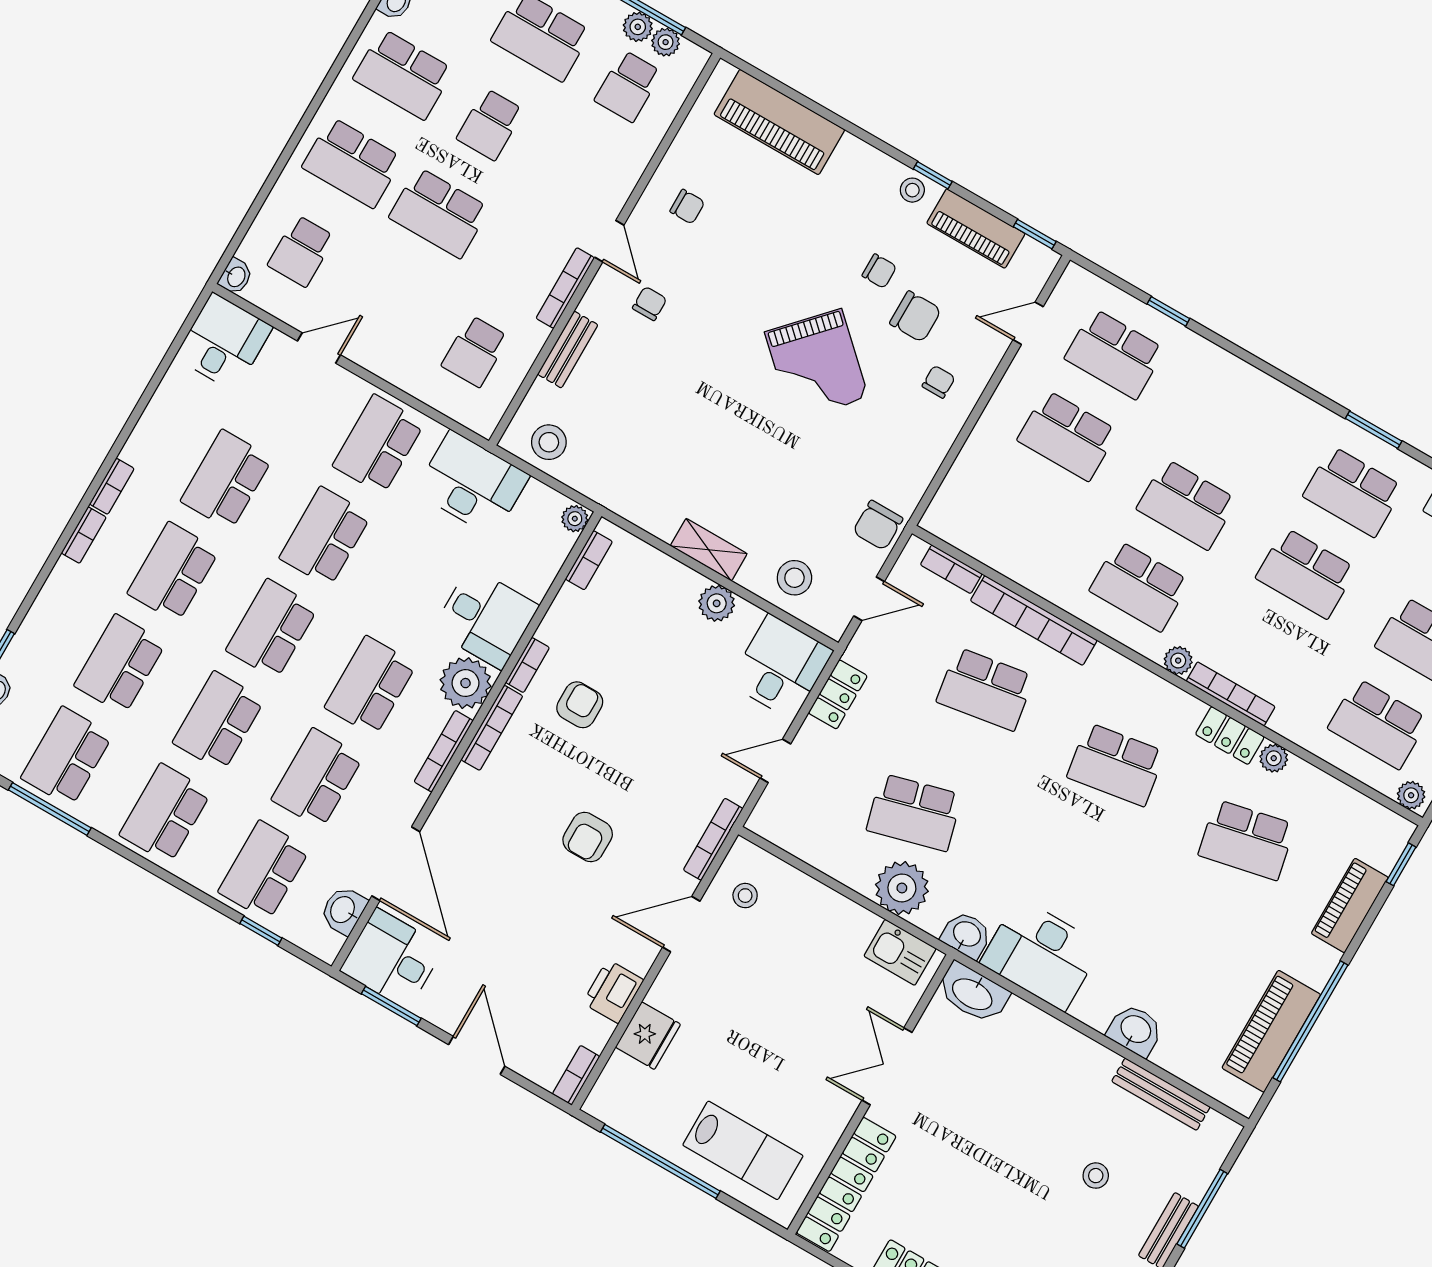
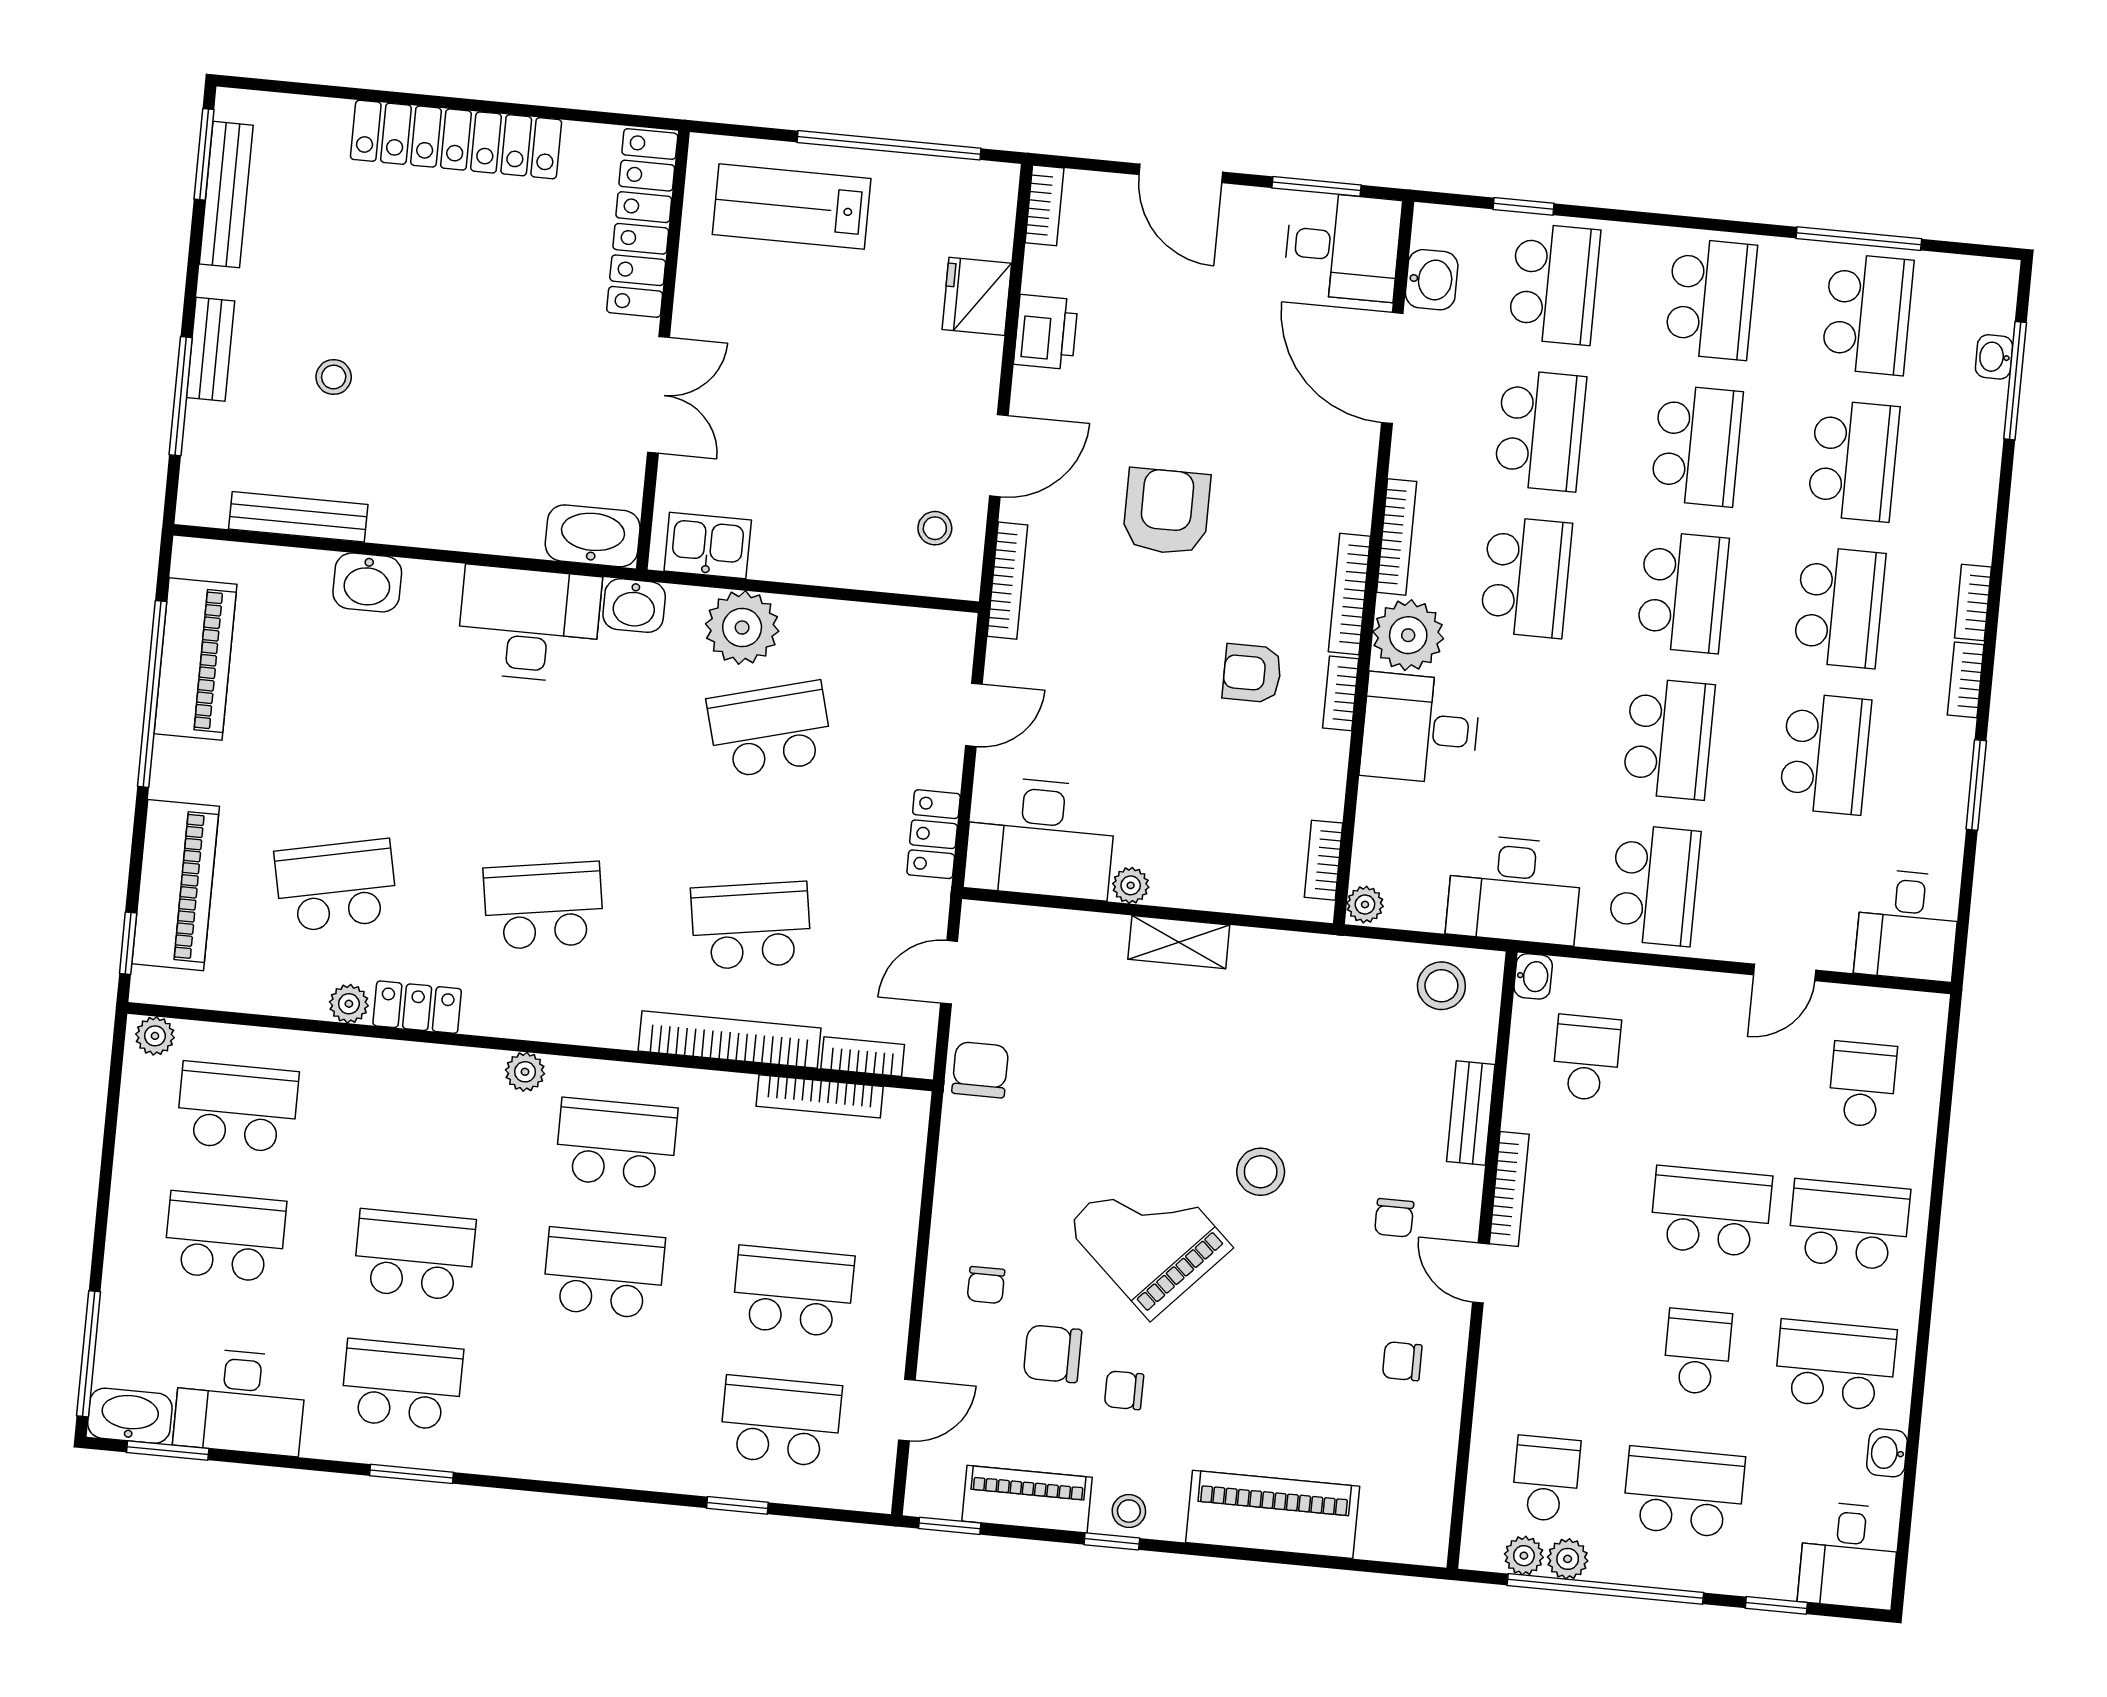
piano: (779, 122) -> (1273, 1514), moved
washbasin: (236, 276) -> (1533, 976), moved, turned 180
window: (136, 414) -> (1976, 785), added
stool: (794, 578) -> (1261, 1172), moved
plant: (717, 603) -> (1131, 885), width x0.73, depth x0.73
desk: (781, 667) -> (1040, 838), width x1.37
bookcase: (1231, 694) -> (820, 1096), moved
armchair: (580, 705) -> (1252, 673), turned 90
armchair: (588, 837) -> (1166, 512), width x1.38, depth x1.38
piano: (1350, 905) -> (176, 885), width x1.37, depth x1.33

